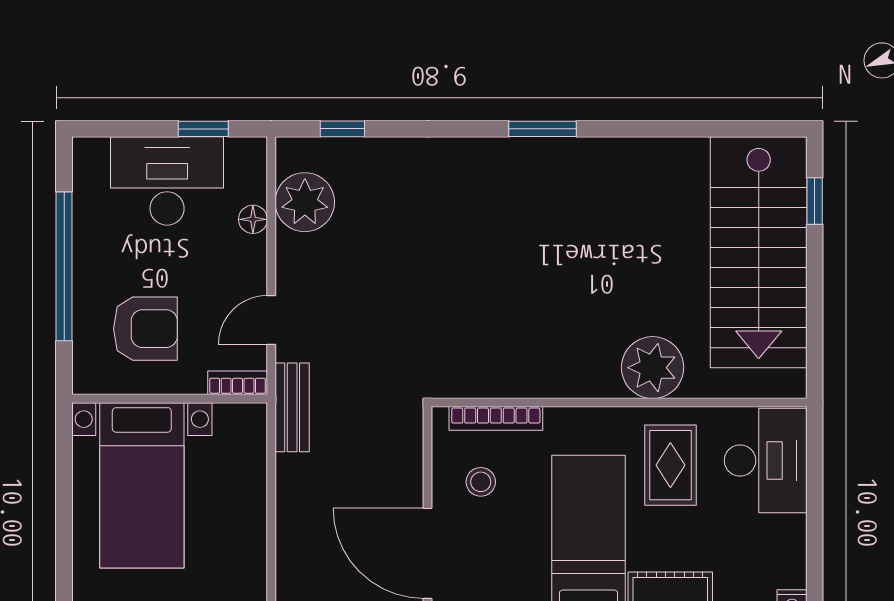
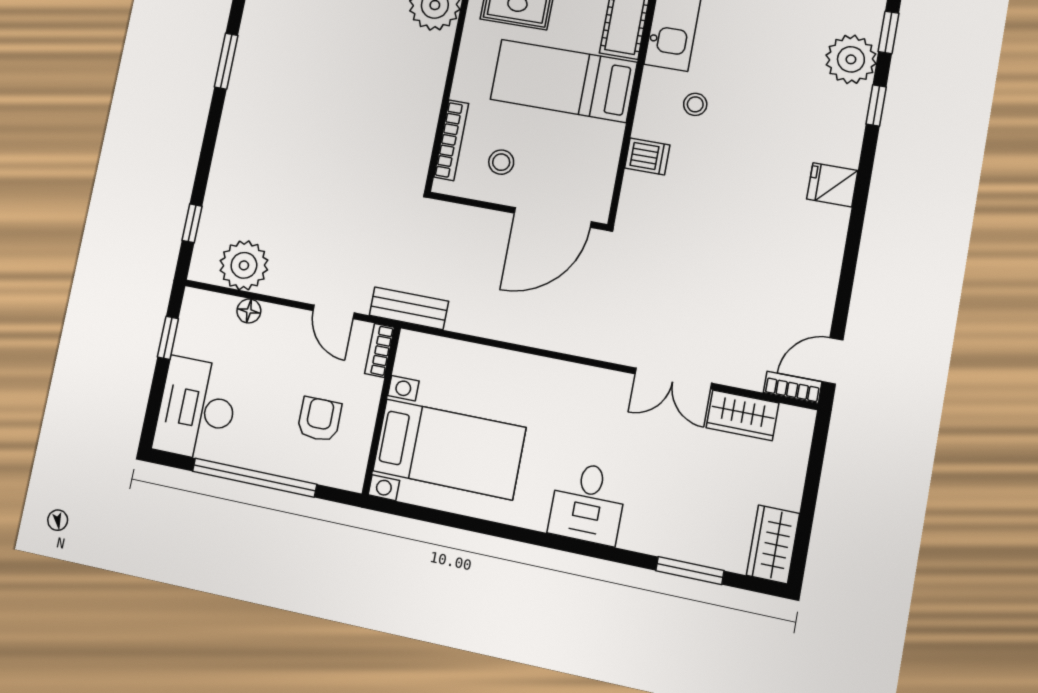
desk: (167, 181) -> (196, 409), moved
armchair: (145, 329) -> (319, 419), width x0.72, depth x0.72

